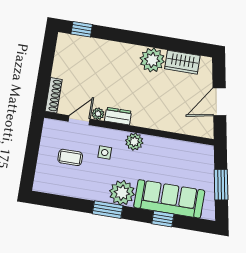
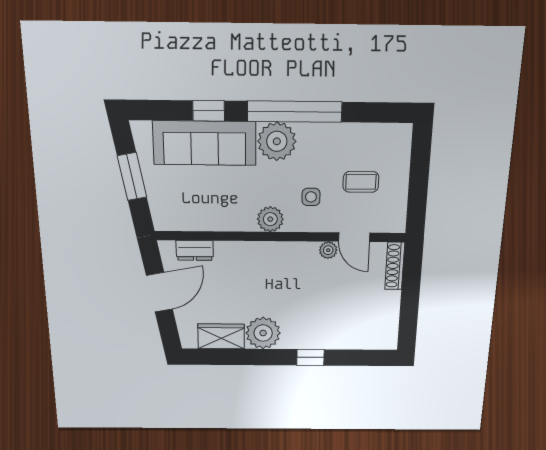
window: (82, 29) -> (310, 357), moved
dresser: (118, 116) -> (195, 250), moved
door: (79, 120) -> (354, 237), hinge flipped
window: (108, 210) -> (295, 112), width x2.11

